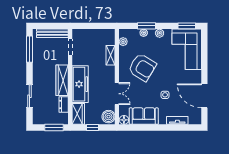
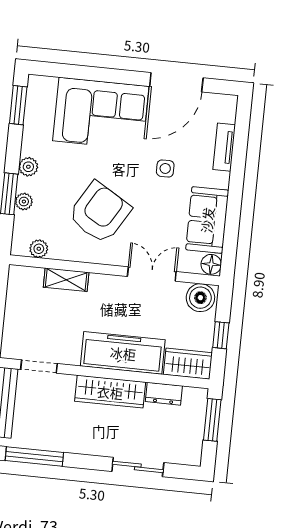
corner sofa: (187, 49) -> (101, 114), moved

